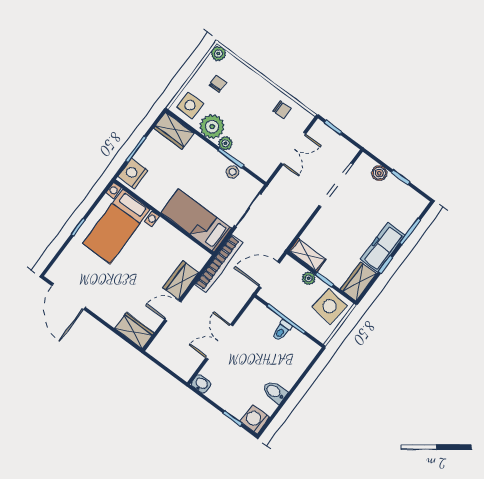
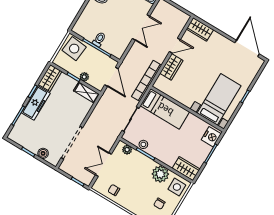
plant: (225, 143) -> (127, 150), moved
door: (269, 275) -> (111, 77), hinge flipped
side table: (330, 306) -> (74, 49), moved

